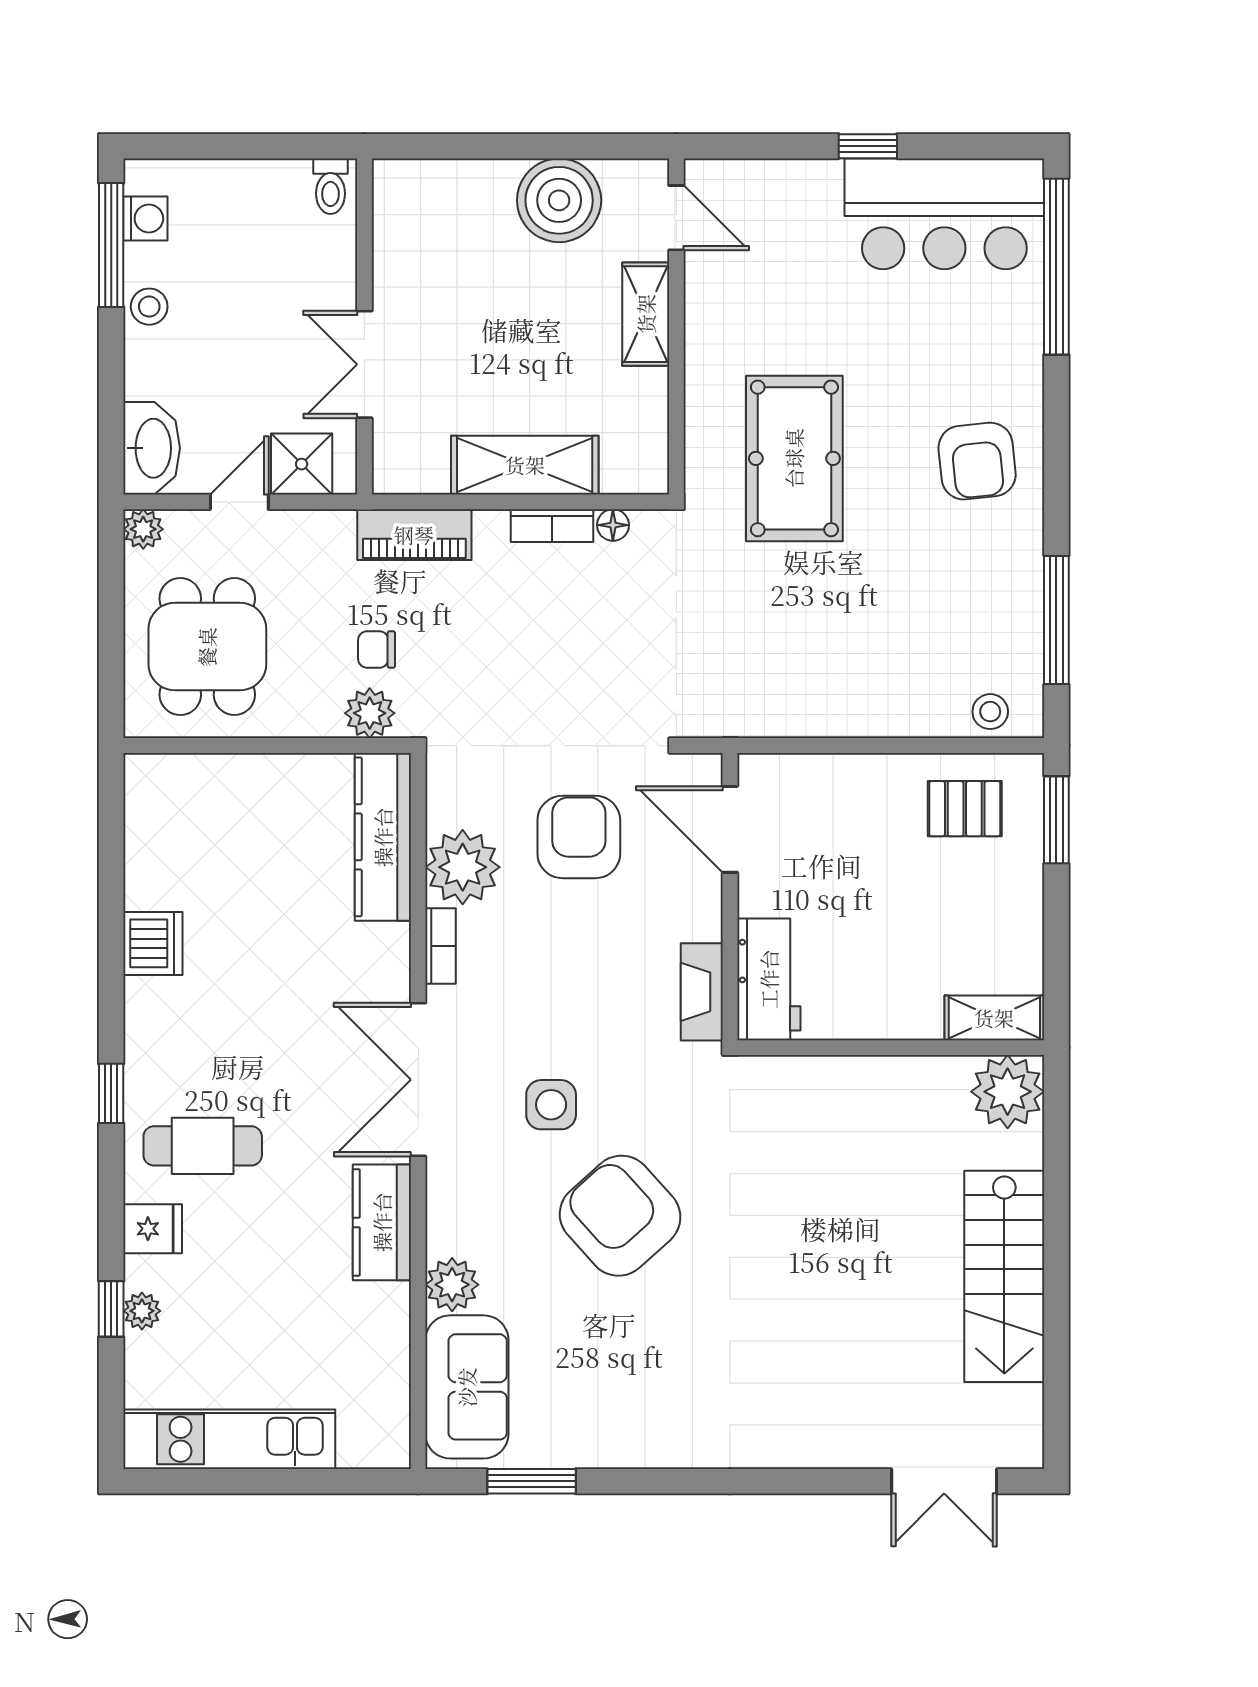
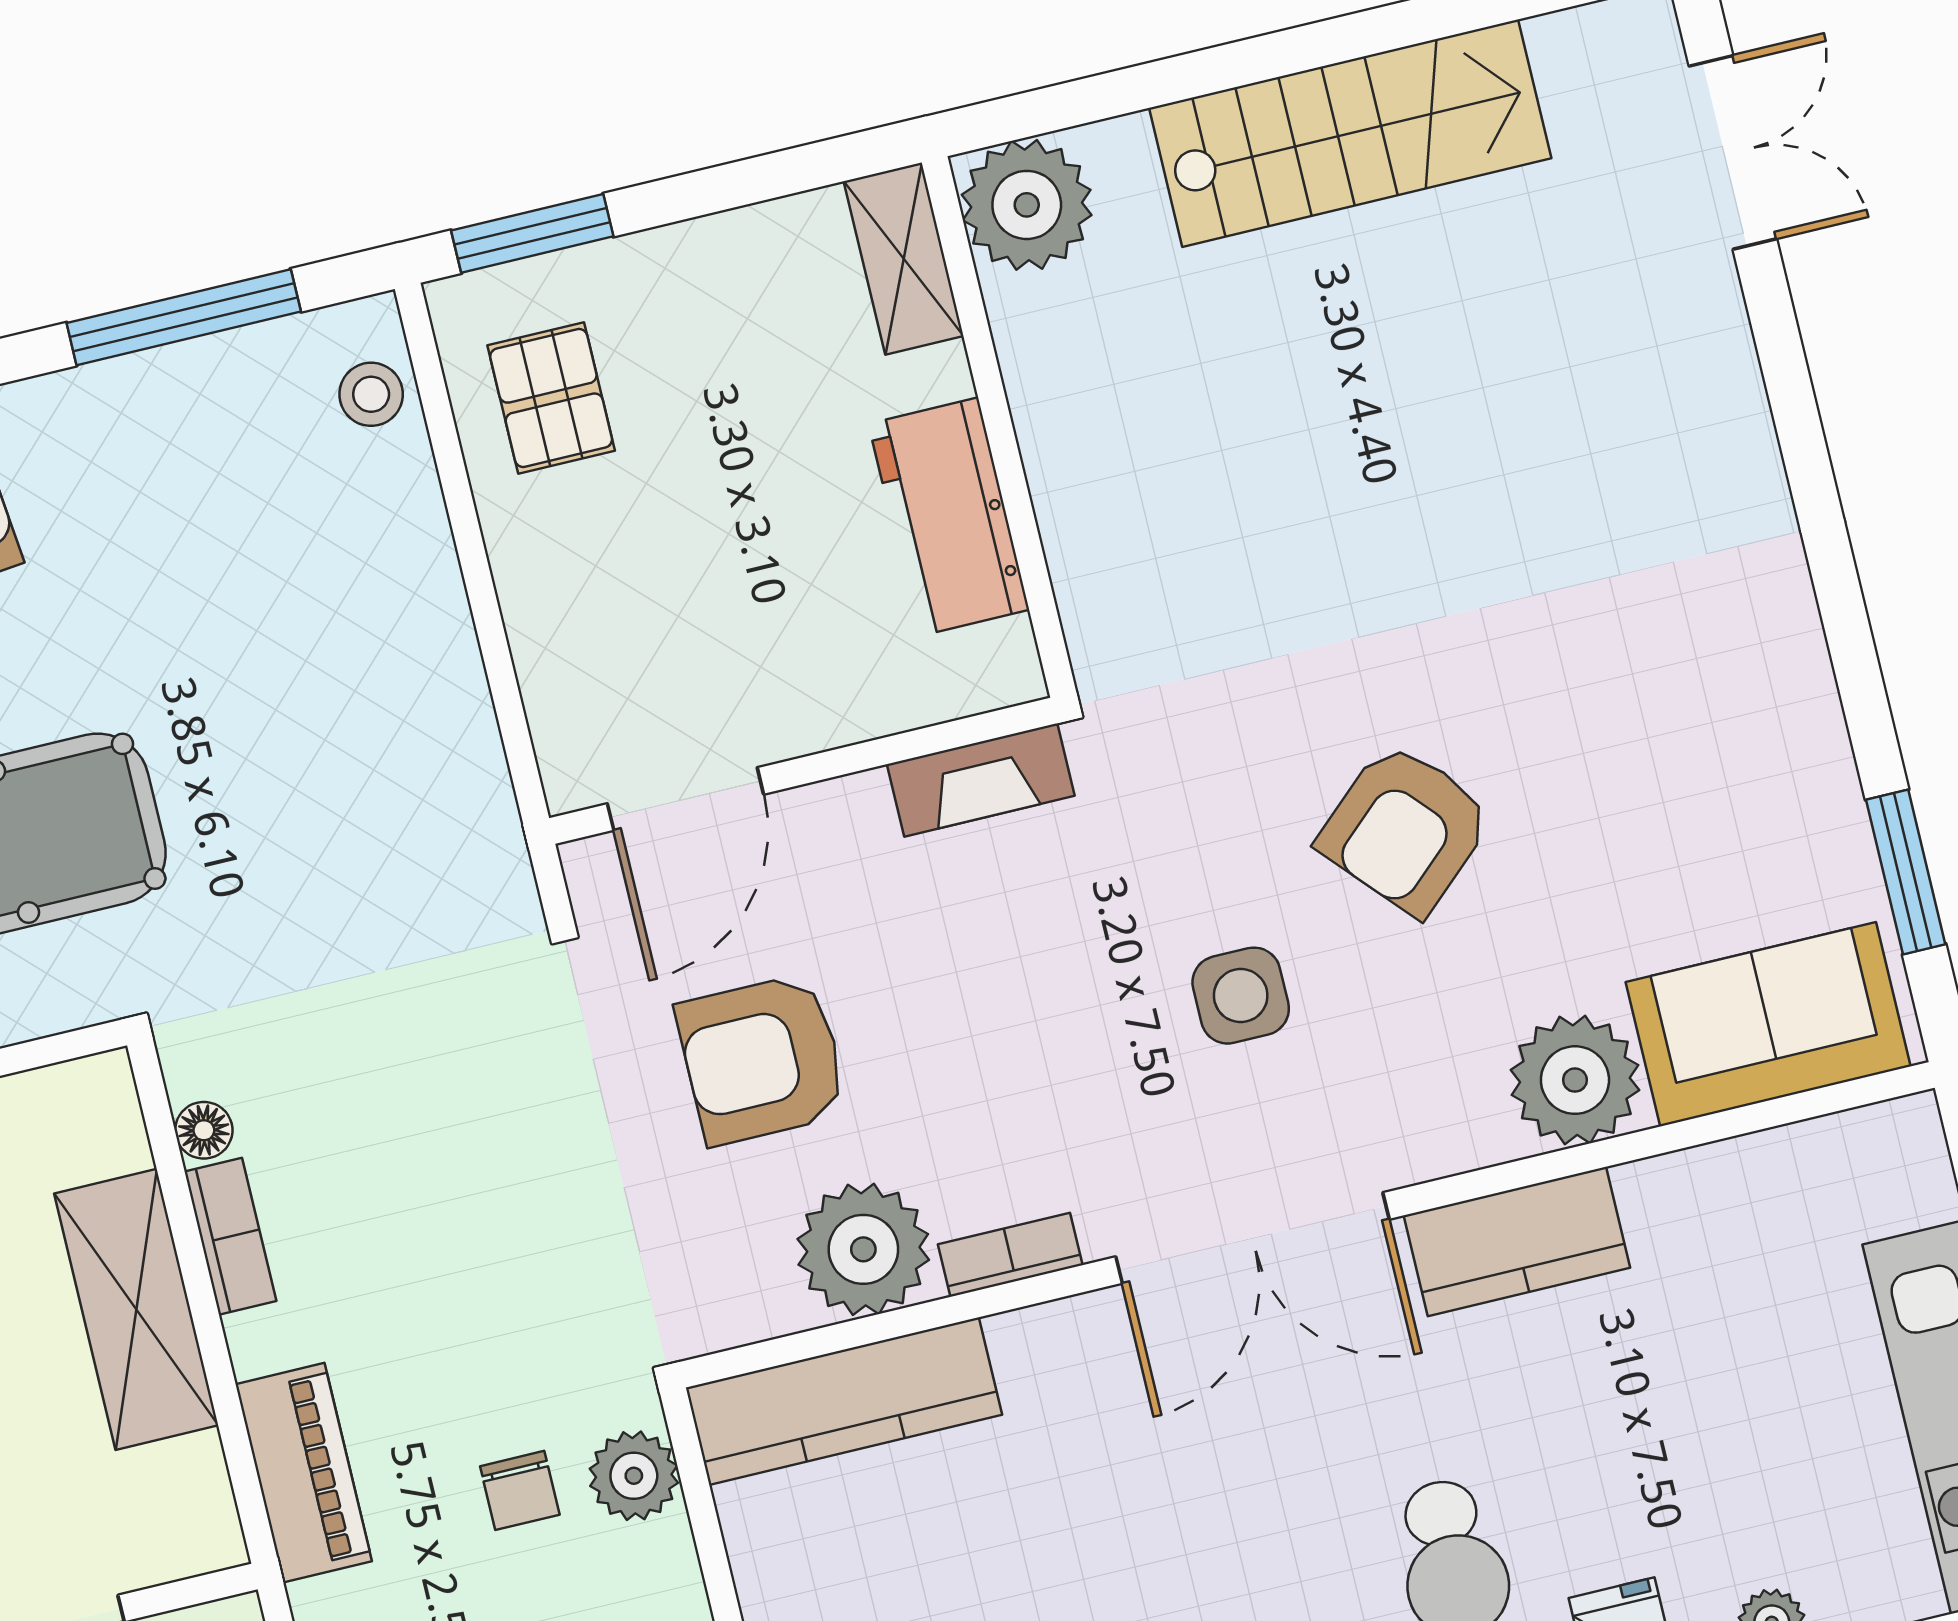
workbench: (769, 979) -> (949, 517), moved, turned -90
armchair: (620, 1216) -> (1405, 829), width x0.73, depth x0.73
plant: (452, 1285) -> (1575, 1080), width x1.36, depth x1.36

